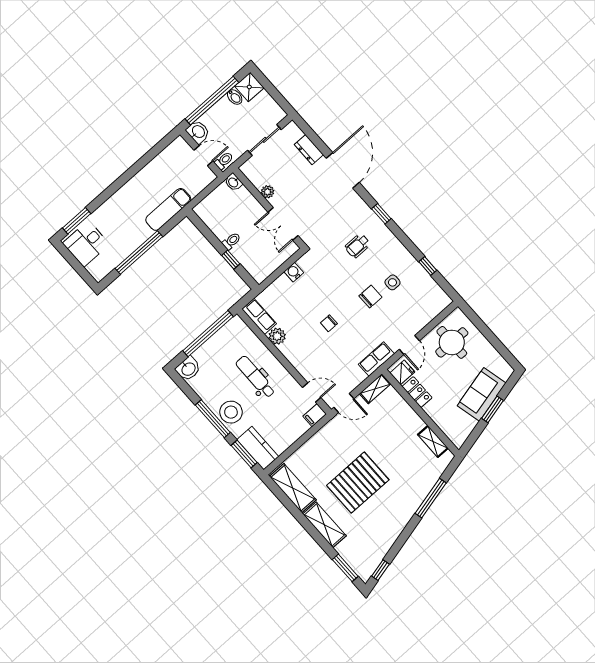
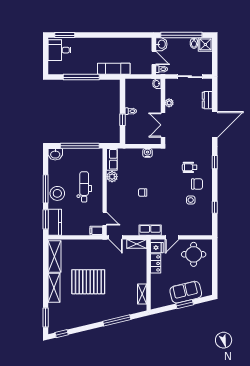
chair: (370, 296) -> (197, 184), moved

